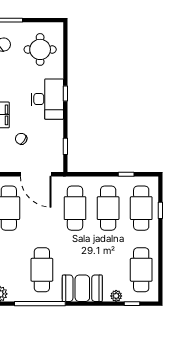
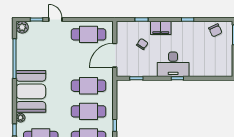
round table: (40, 49) -> (211, 59), removed
cafe table: (42, 270) -> (41, 60), removed
booth: (82, 288) -> (31, 91), width x1.36, depth x1.42

